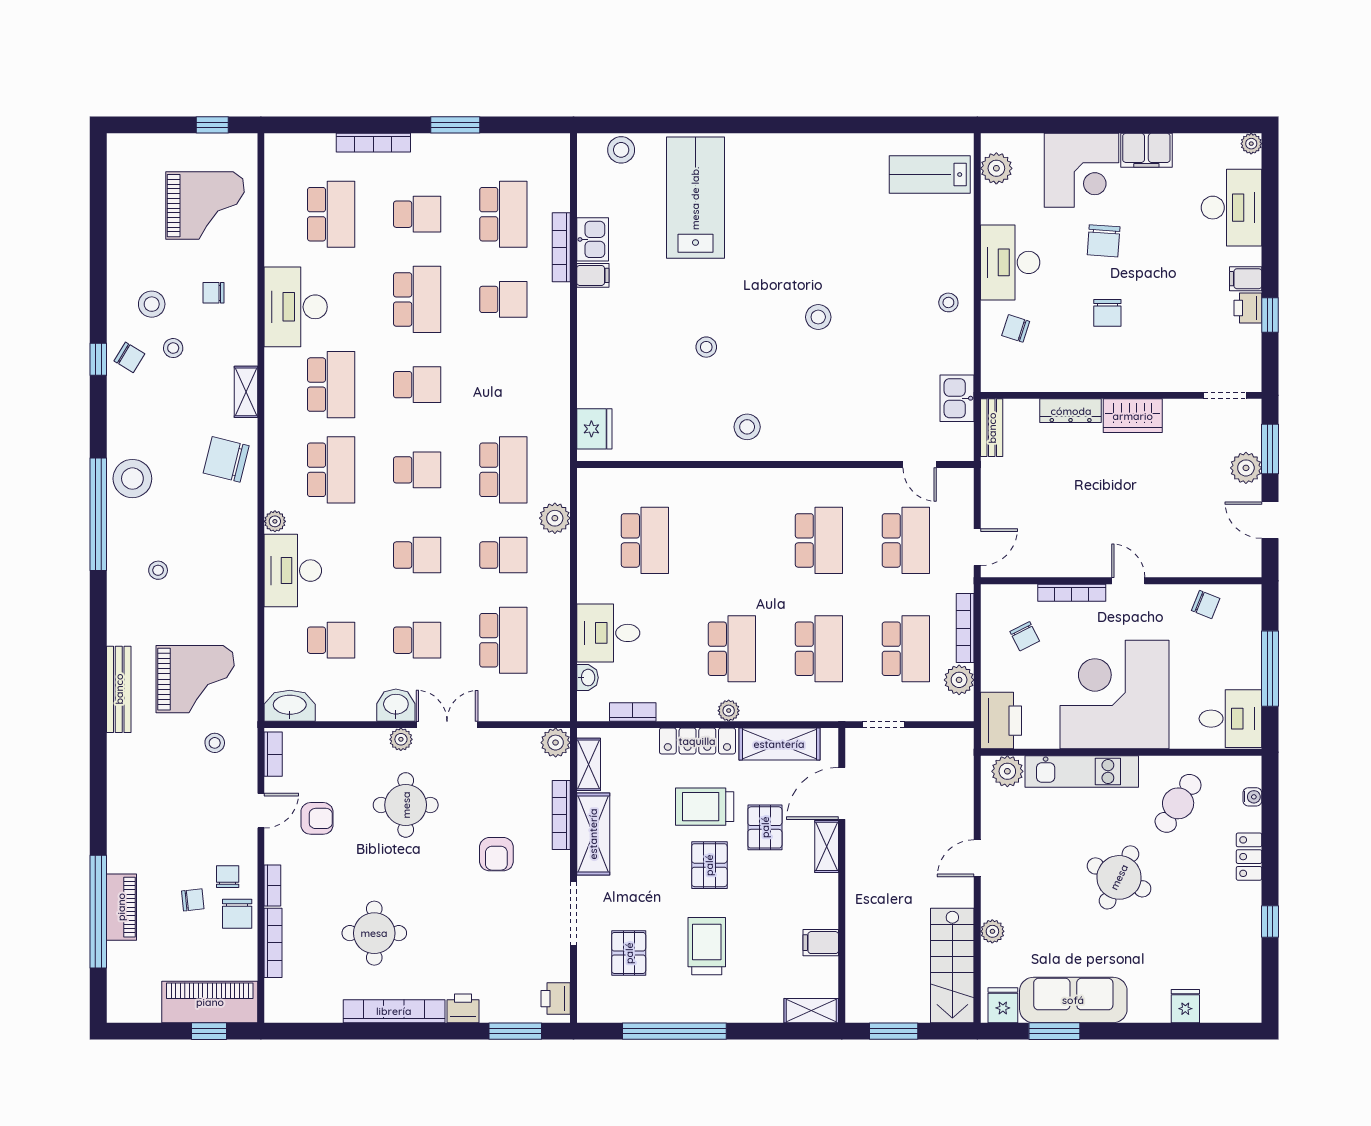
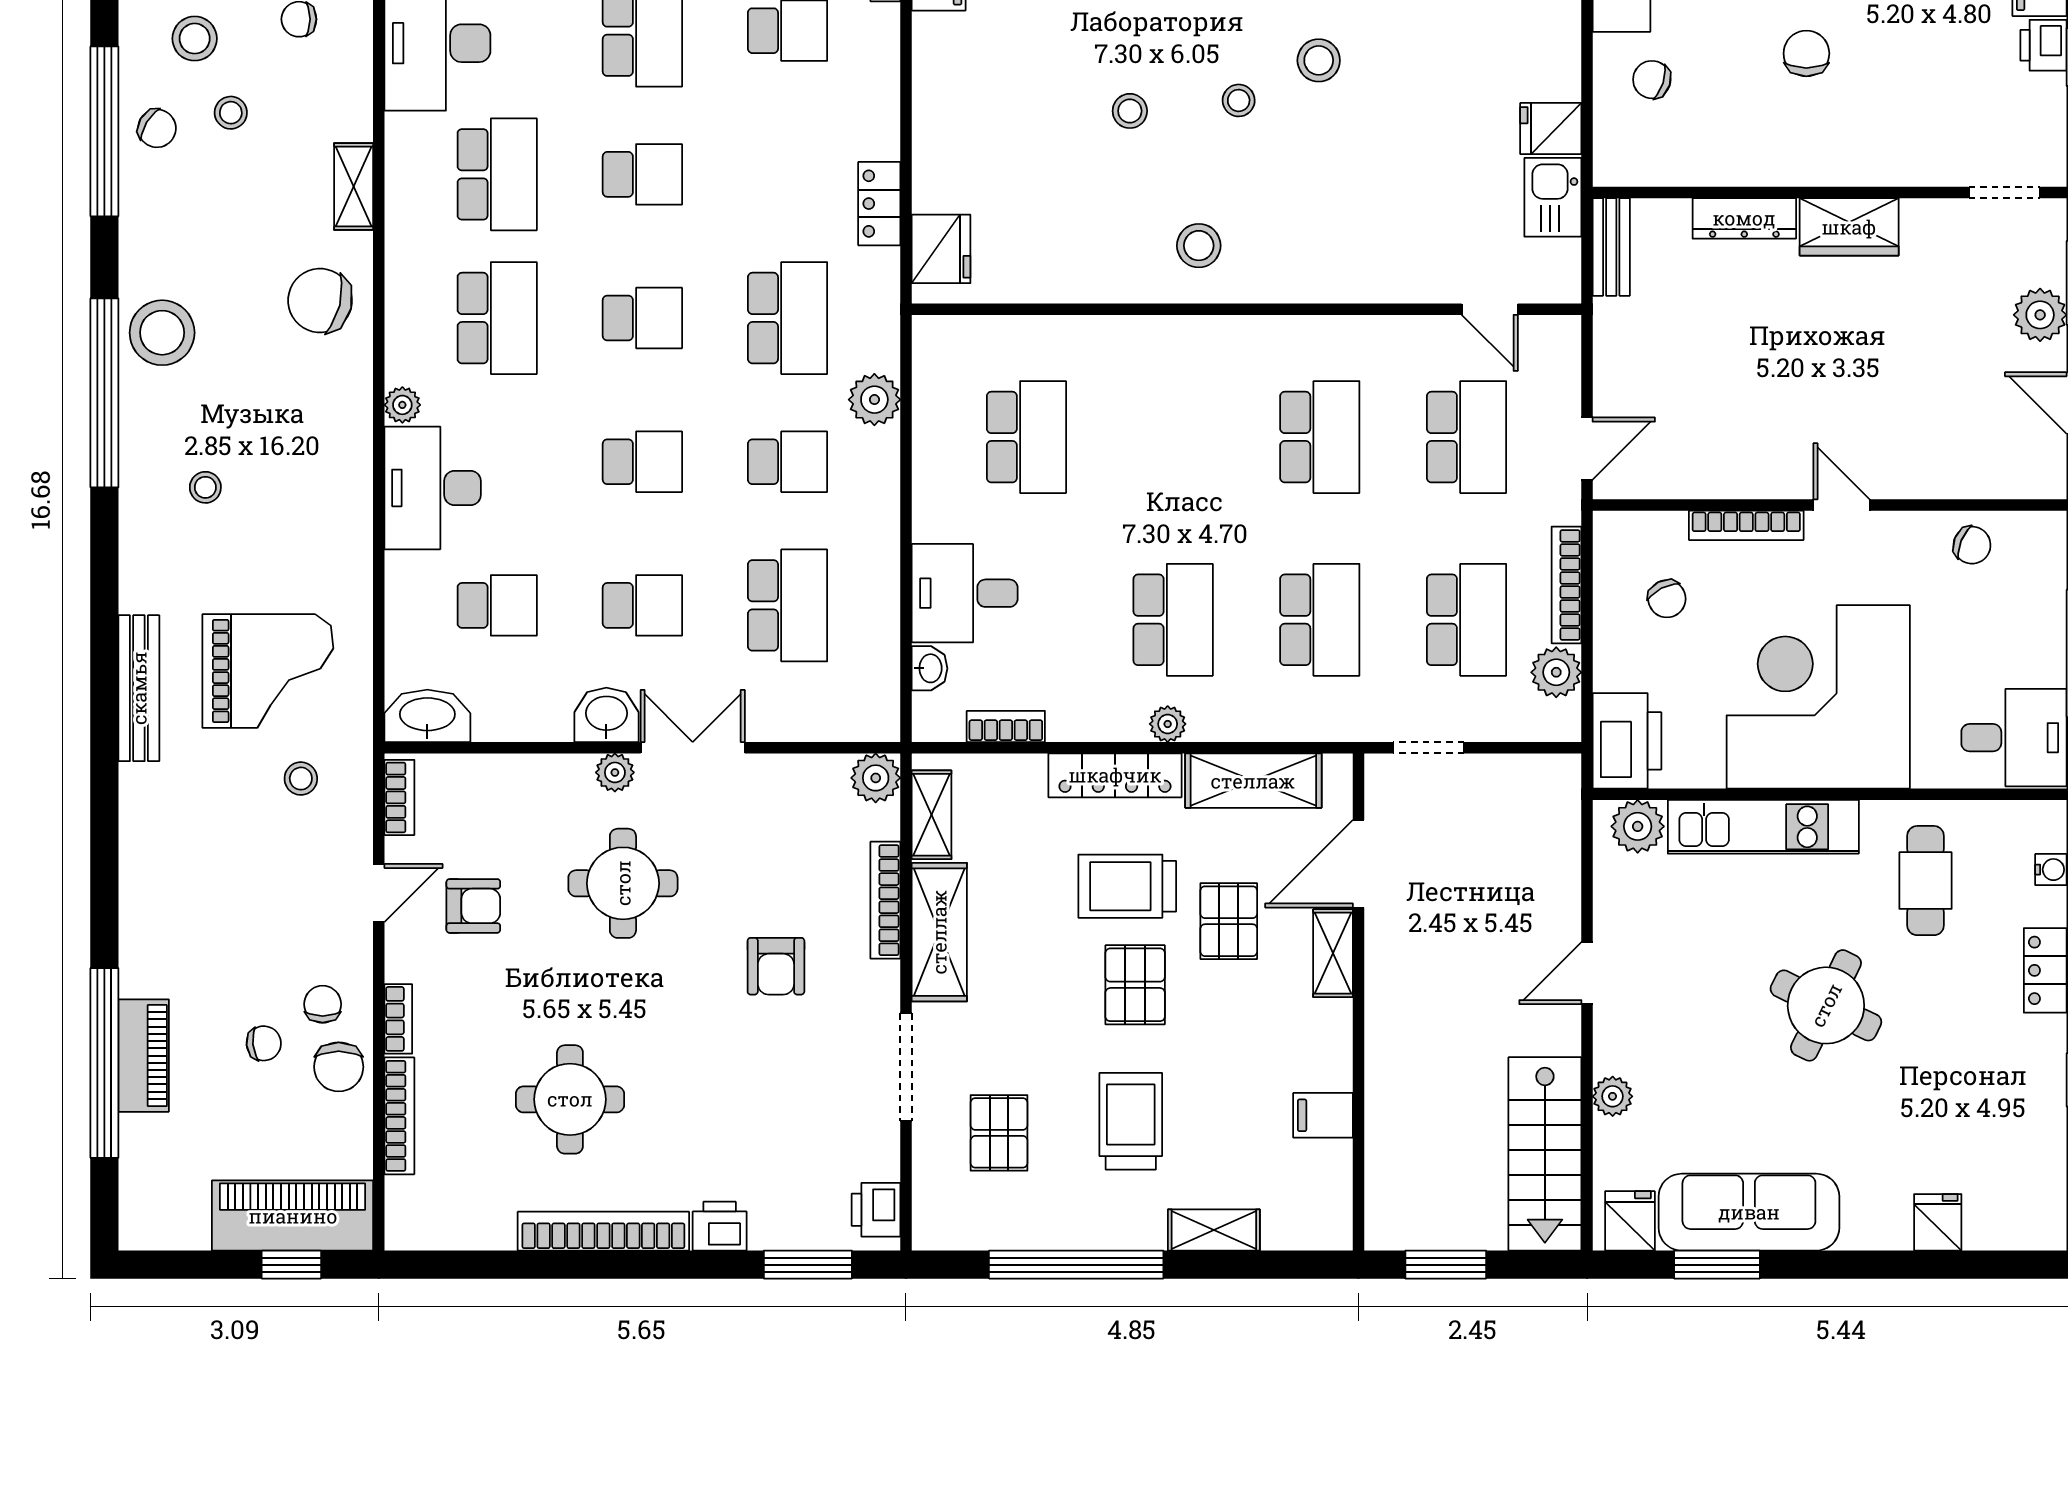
stool: (948, 302) -> (1239, 100), moved
chair: (1107, 313) -> (1806, 53), turned 180
fridge: (956, 357) -> (1551, 129), added
window: (98, 359) -> (104, 131), width x3.17
locker: (558, 402) -> (879, 204), added
cafe table: (1178, 803) -> (1926, 881), turned -33
shelving: (811, 1011) -> (1214, 1230), moved

